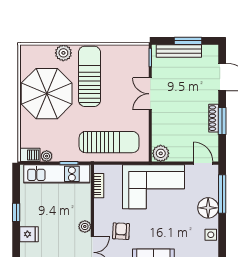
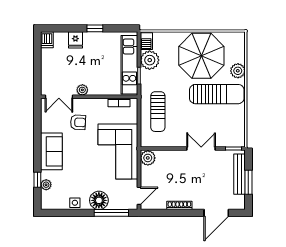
window: (222, 121) -> (177, 213), removed
sun lounger: (109, 142) -> (158, 112), width x0.73, depth x0.75
plant: (47, 156) -> (150, 60), width x1.88, depth x1.88

